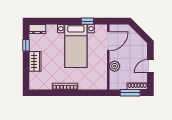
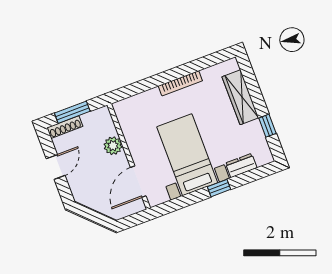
window: (87, 21) -> (219, 188), moved
dresser: (37, 29) -> (241, 165), moved
wardrobe: (35, 61) -> (240, 97), width x1.50

